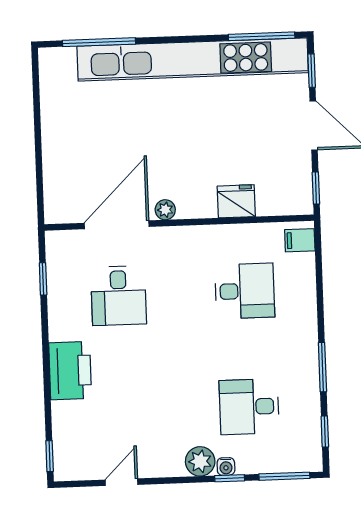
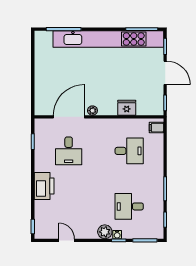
door: (121, 482) -> (67, 240), hinge flipped

